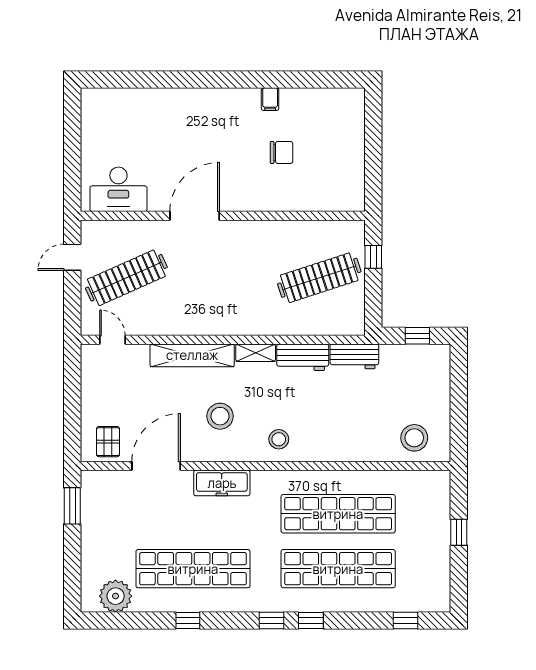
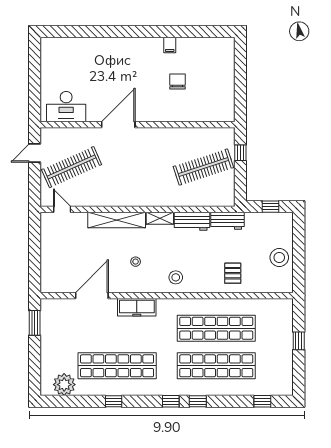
chair: (281, 152) -> (178, 81), turned -90
stool: (220, 416) -> (136, 262), width x0.53, depth x0.53
stool: (414, 438) -> (279, 257), moved
pallet: (108, 442) -> (233, 273), moved

